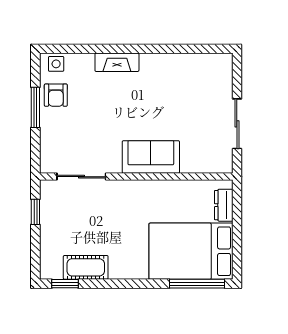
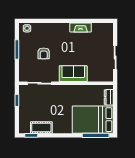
fireplace: (117, 62) -> (81, 28), moved
armchair: (56, 95) -> (44, 53), moved

